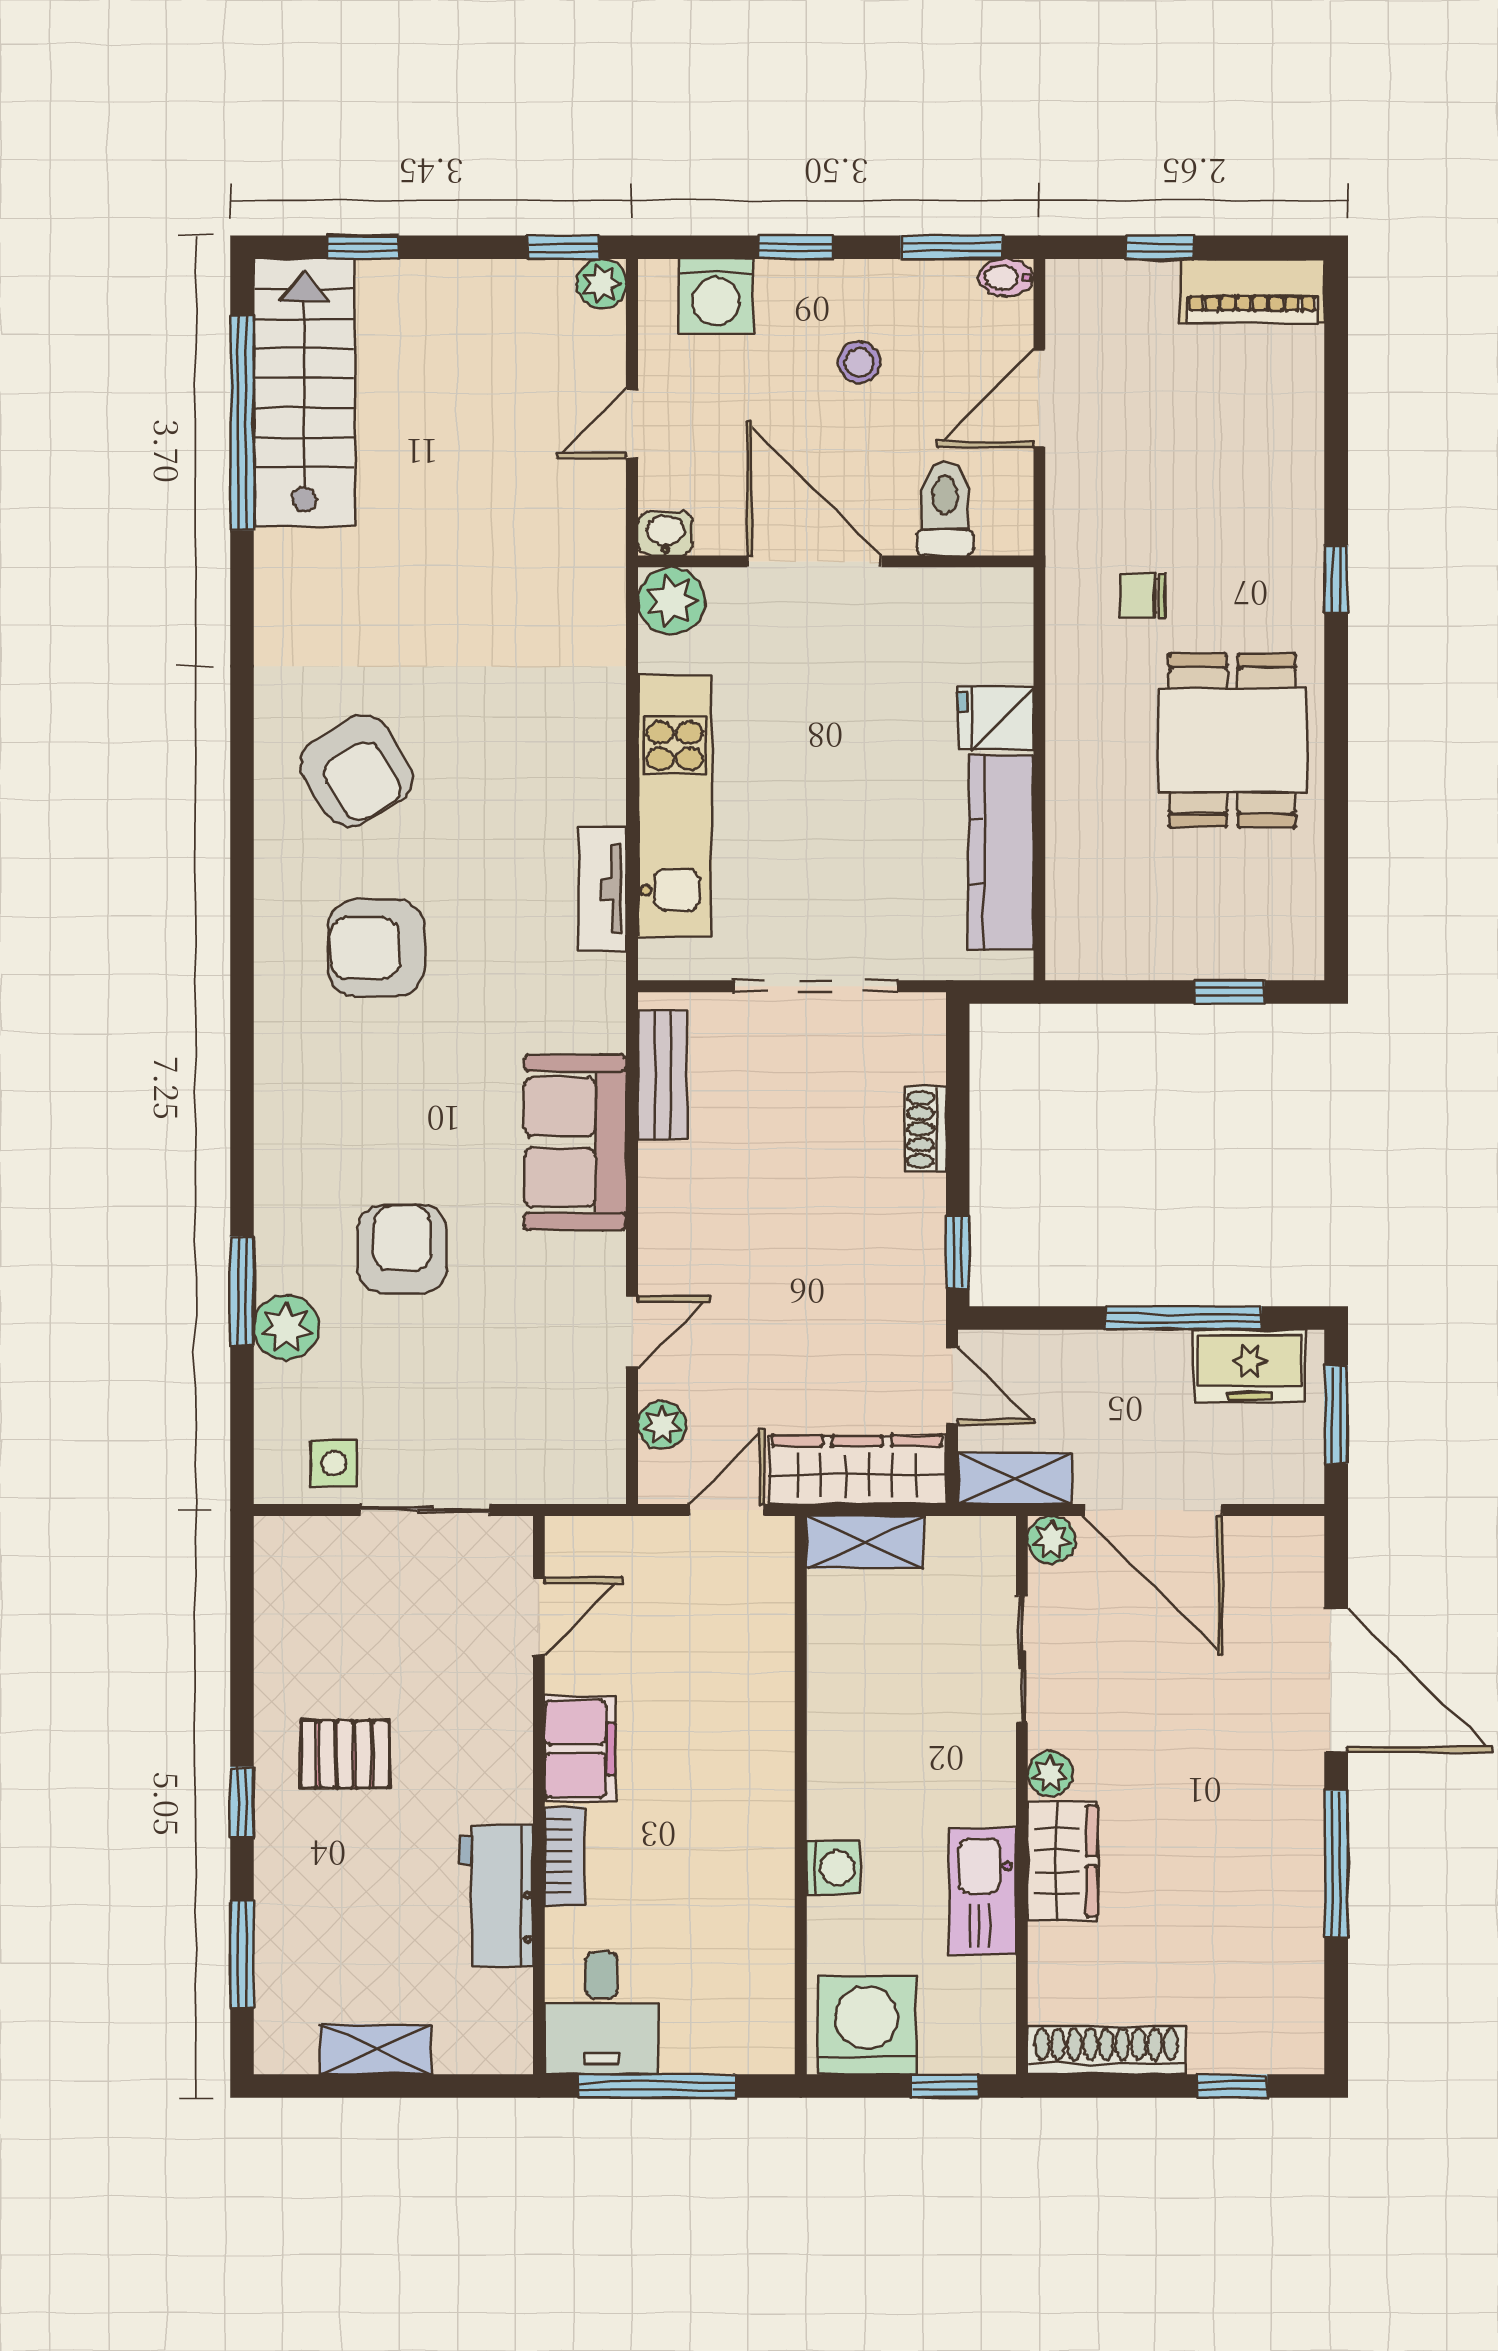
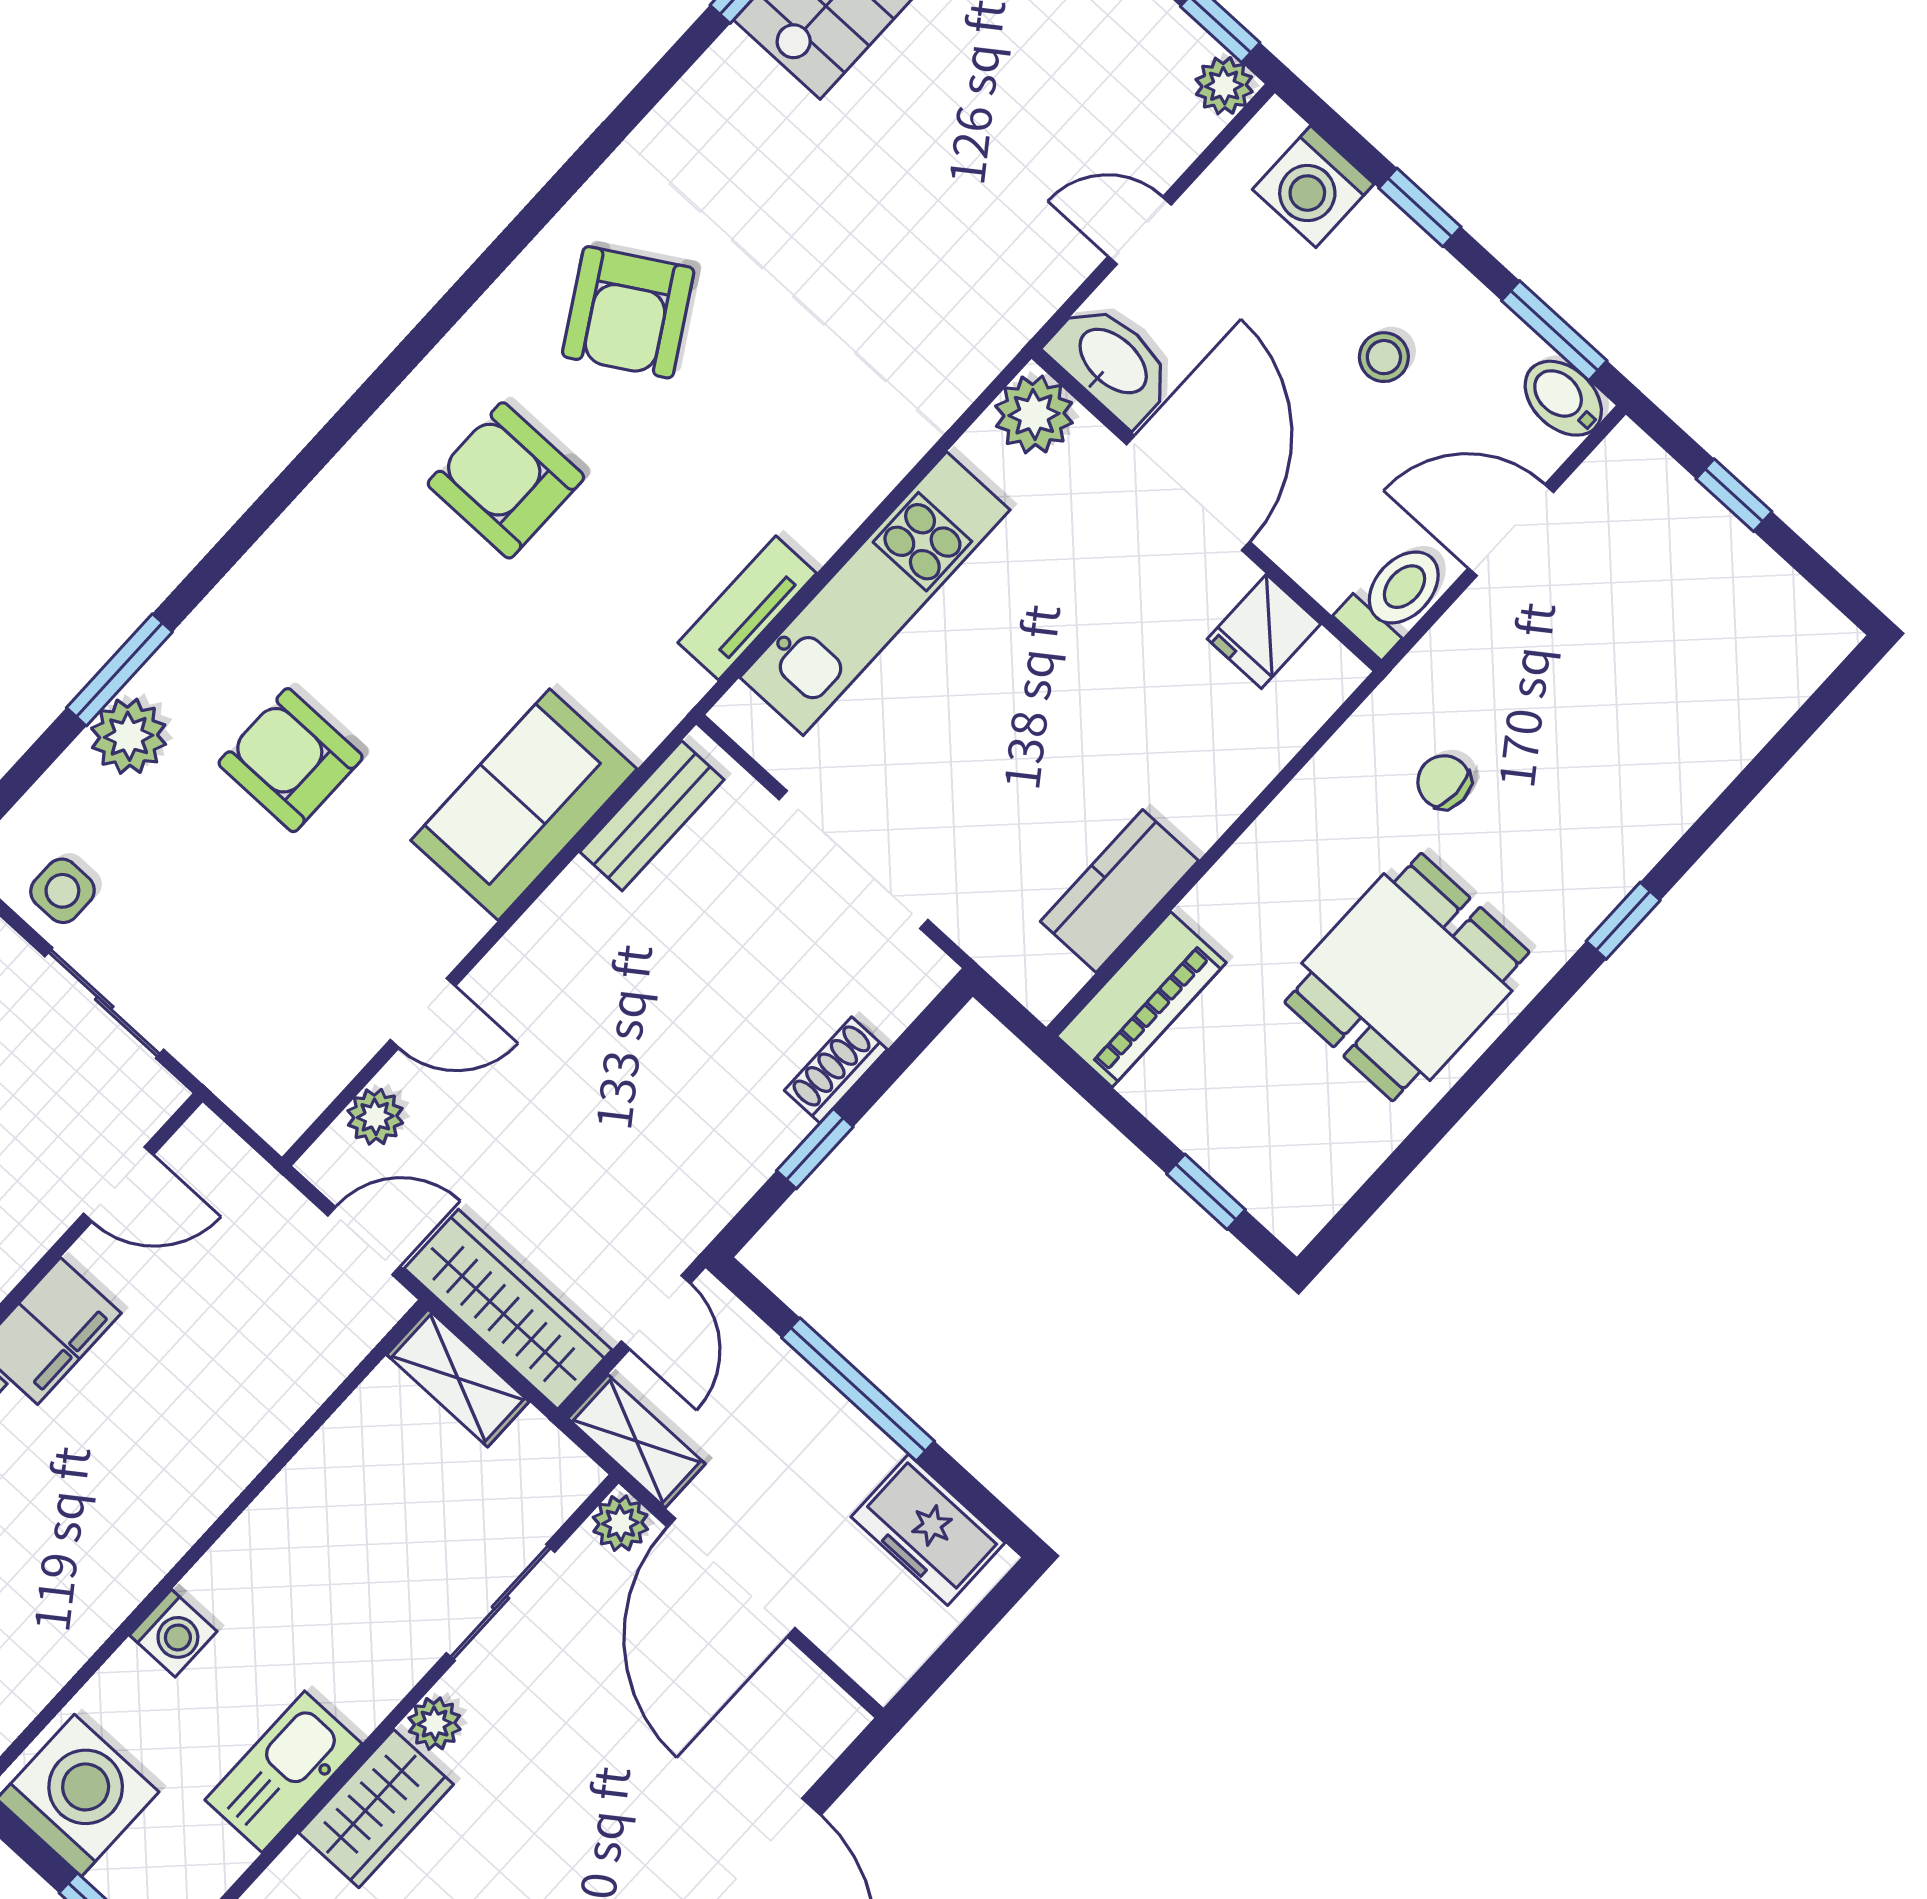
bidet: (1006, 277) -> (1563, 398), width x1.38, depth x1.36
piano: (1252, 291) -> (1141, 999), moved, turned -90
toilet: (945, 509) -> (1394, 598), moved
washbasin: (665, 533) -> (1112, 363), width x1.91, depth x1.45
fridge: (996, 719) -> (1264, 631), moved, turned -90
kitchen counter: (1001, 852) -> (1119, 891), width x0.67
armchair: (402, 1249) -> (291, 760), turned -90
window: (958, 1252) -> (815, 1149), moved
window: (1183, 1318) -> (858, 1389), moved
window: (1336, 1415) -> (964, 1640), removed

